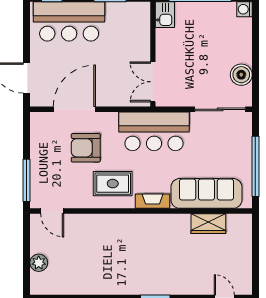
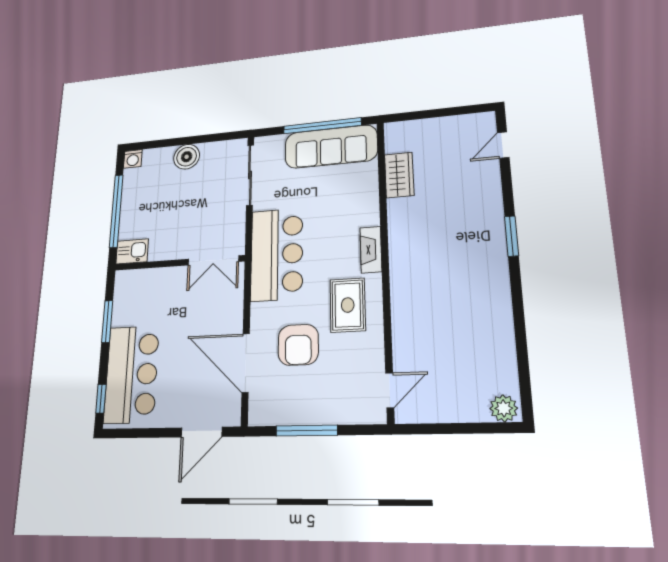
boiler: (241, 75) -> (187, 157), moved
window: (27, 180) -> (307, 431), moved
sofa: (206, 193) -> (331, 147), moved, turned -90
plant: (39, 263) -> (504, 408), moved

